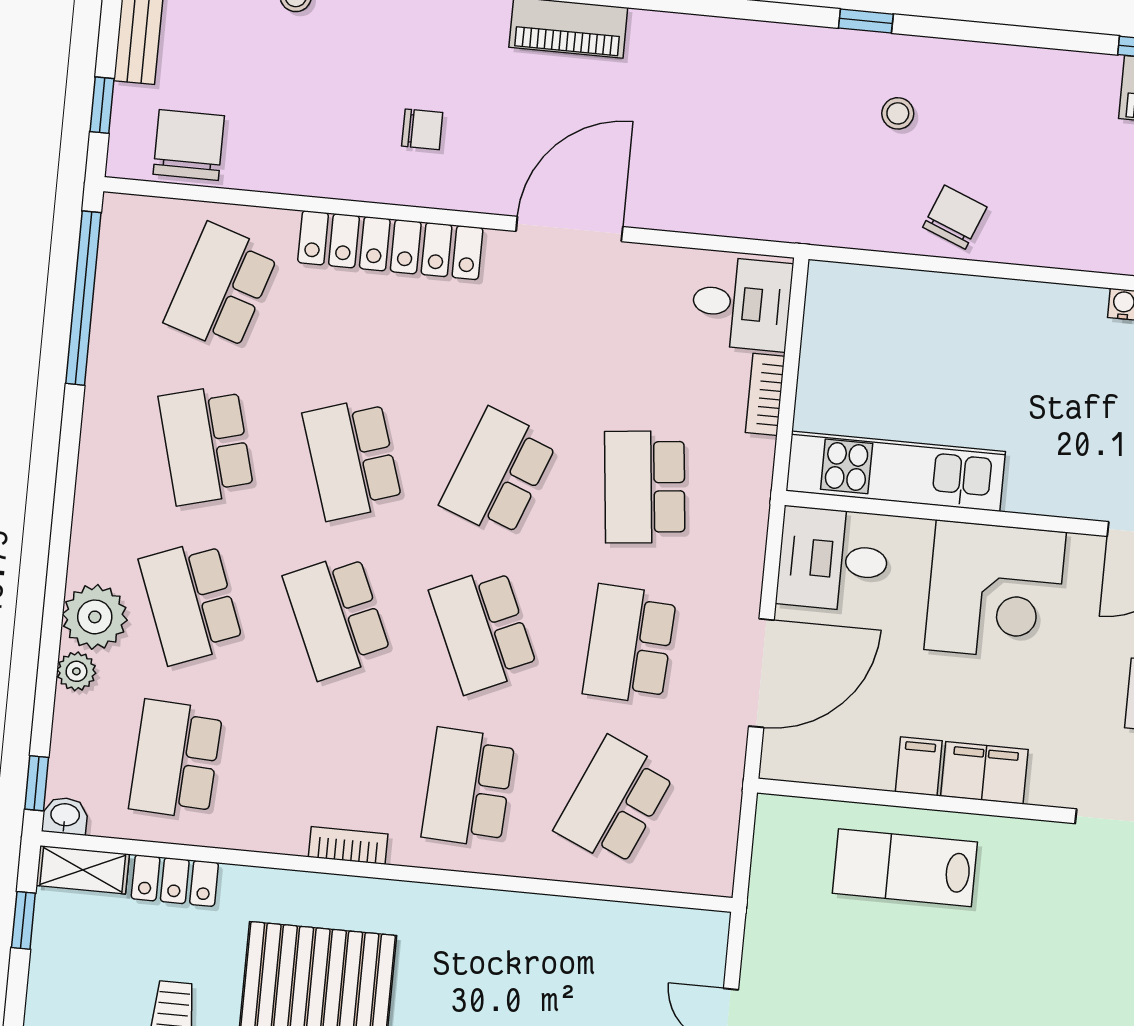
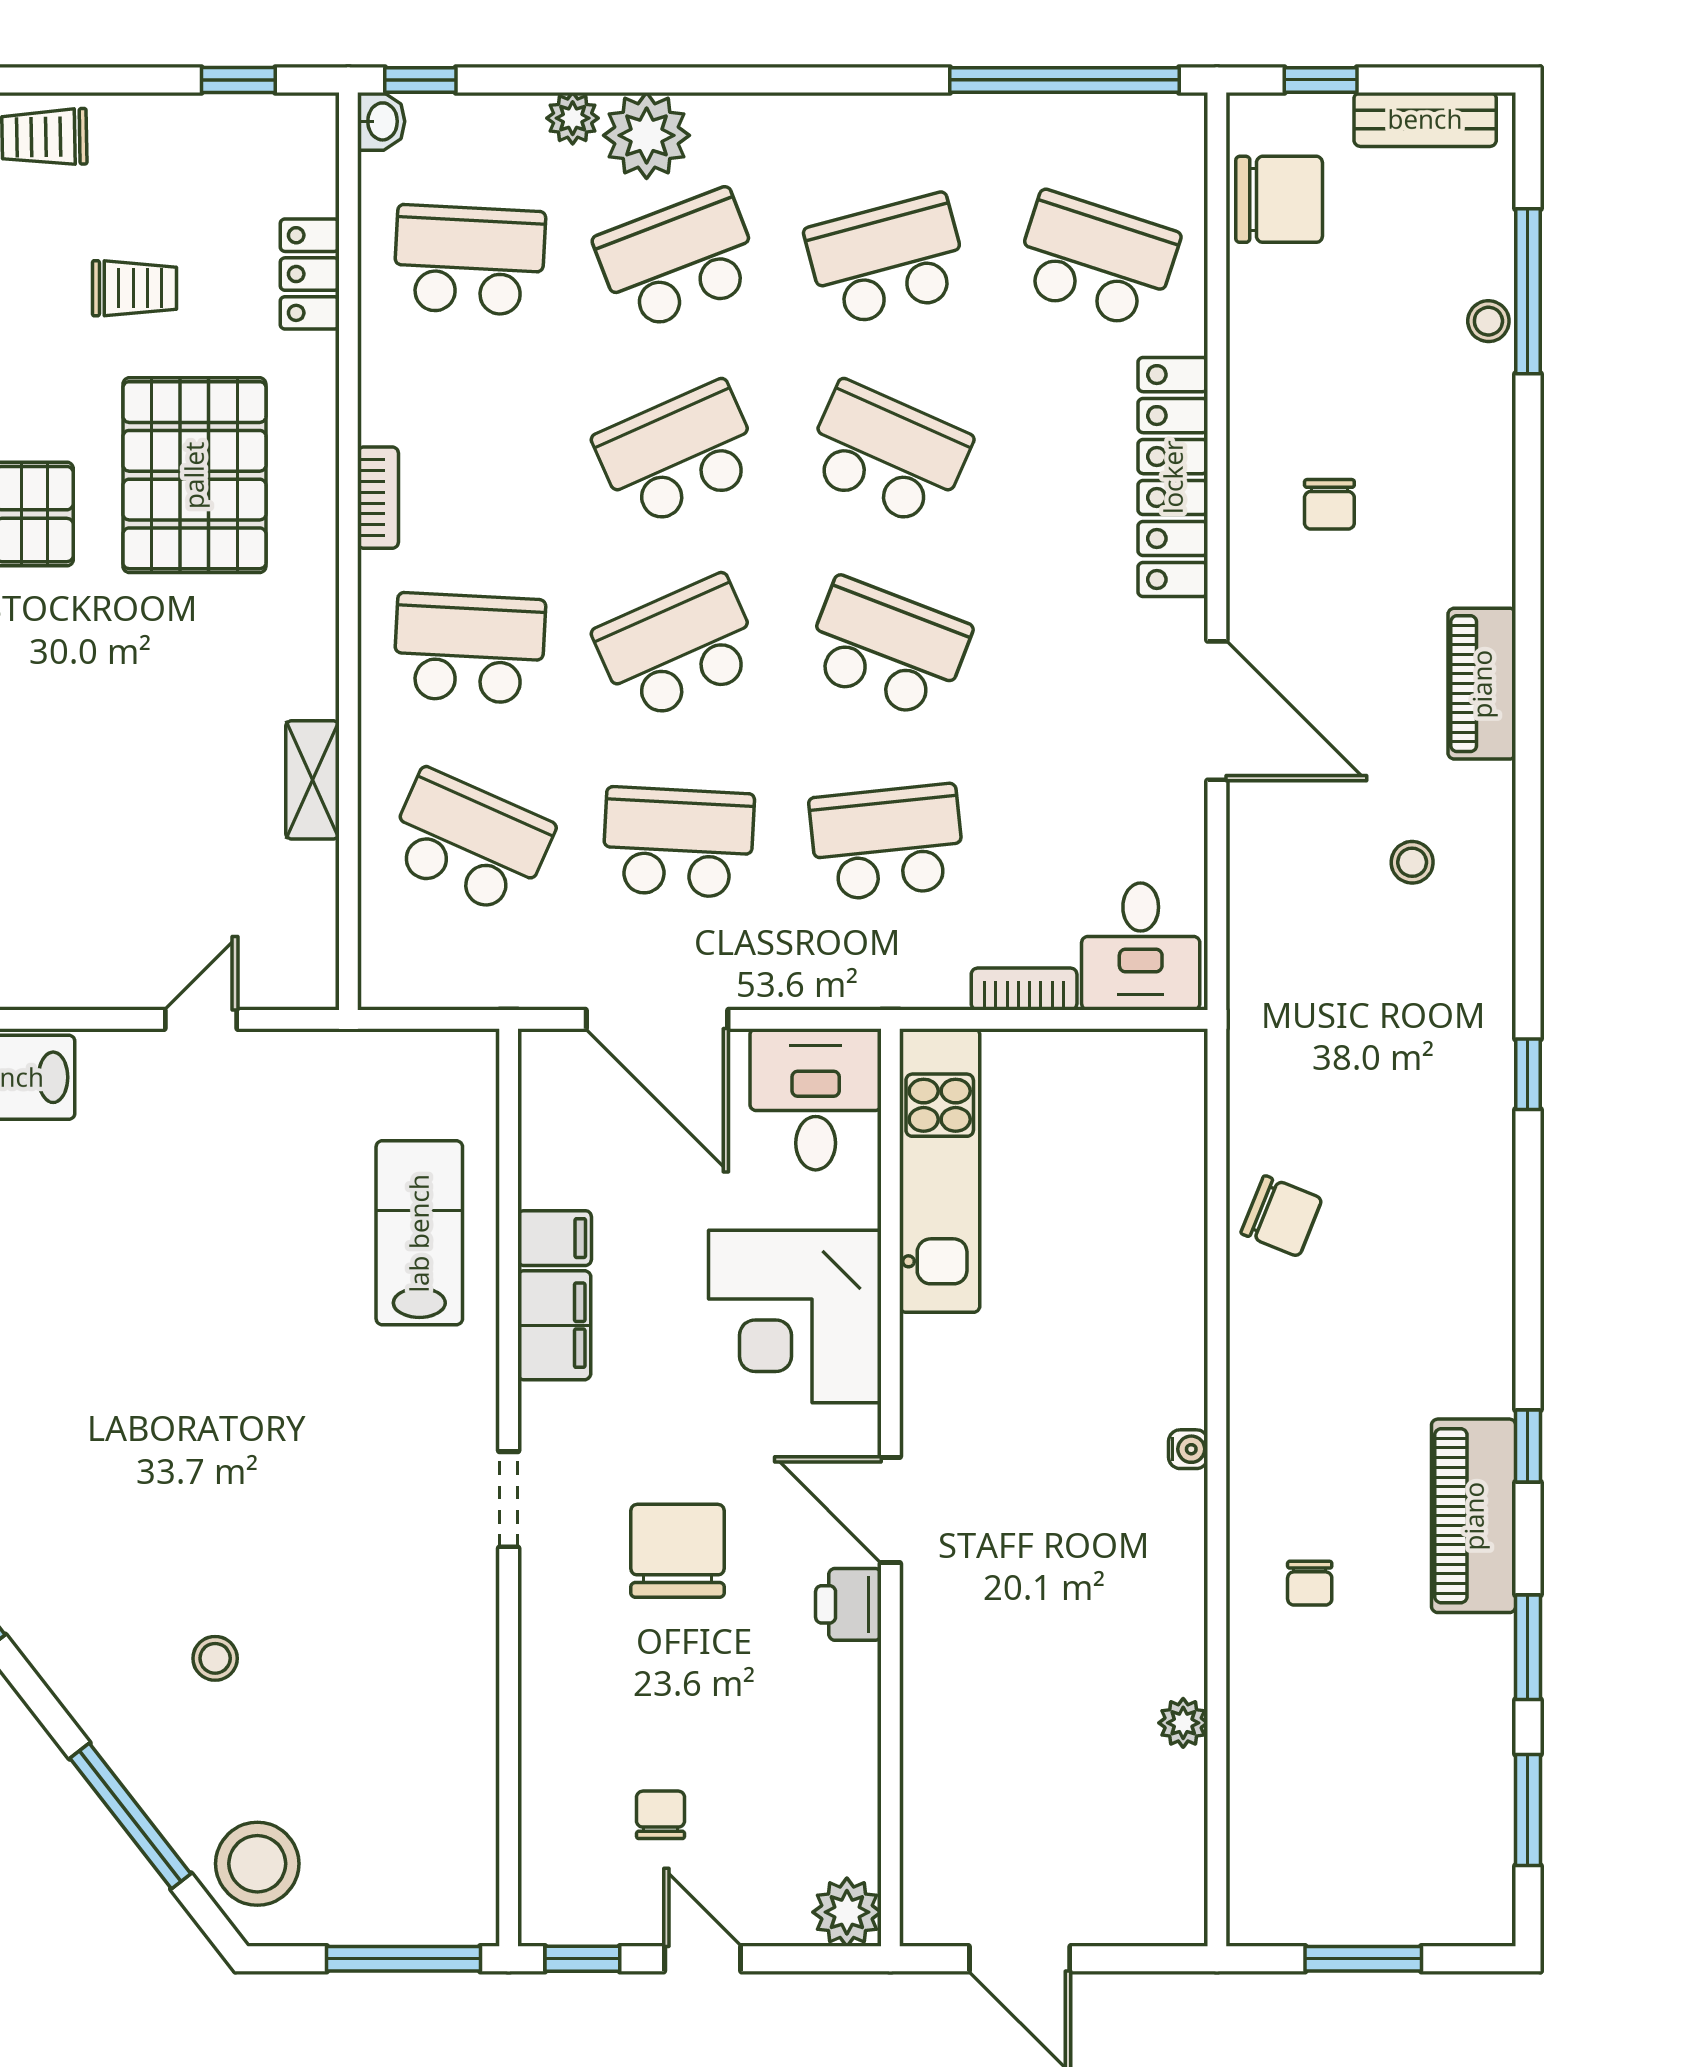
stool: (898, 113) -> (1412, 862), moved
school desk: (352, 459) -> (887, 454), turned 42
shelving: (83, 870) -> (312, 780), moved

